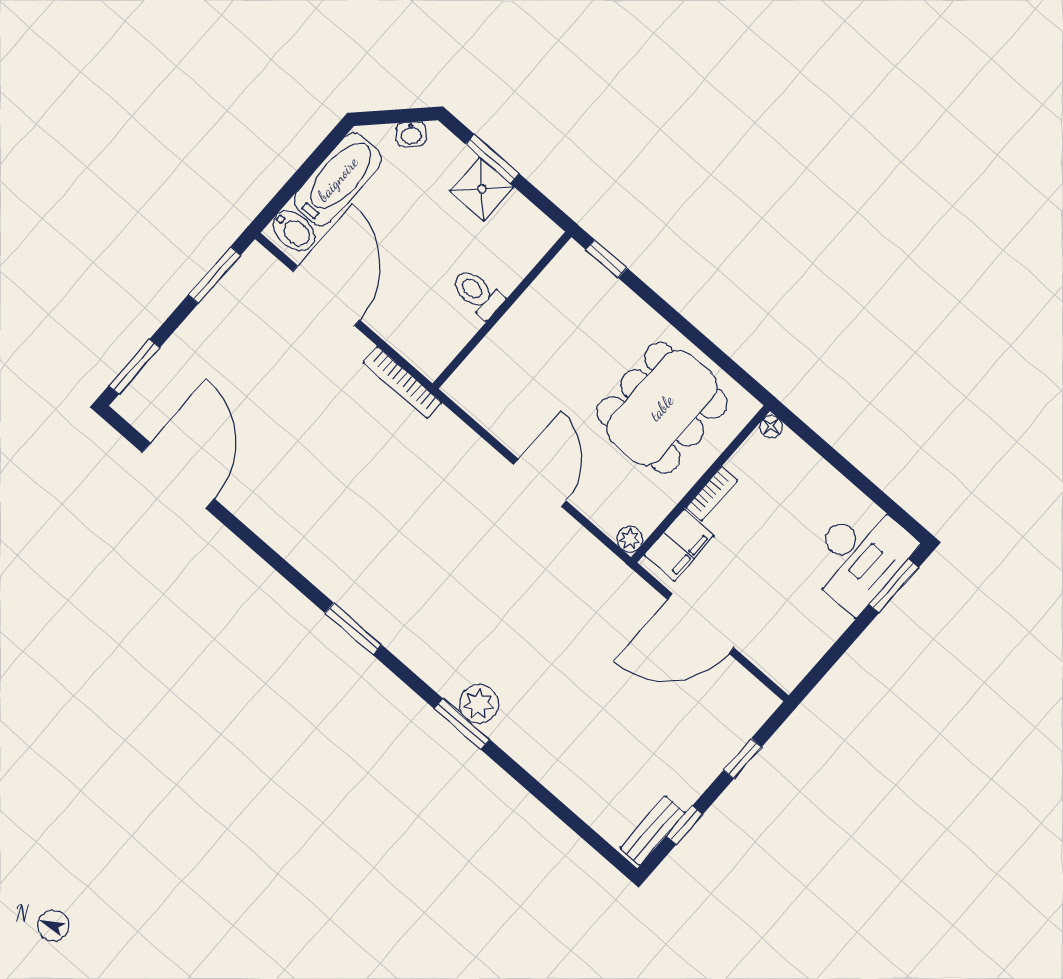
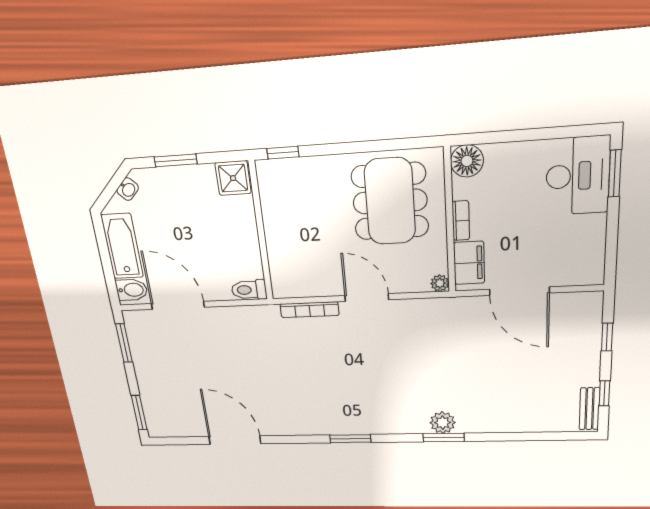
shower: (482, 189) -> (233, 178), moved
toilet: (478, 293) -> (249, 290), moved
bookcase: (402, 382) -> (309, 310), moved
floor lamp: (771, 427) -> (467, 161), width x1.89, depth x1.89
door: (178, 476) -> (235, 440), moved
door: (701, 624) -> (519, 291), hinge flipped

